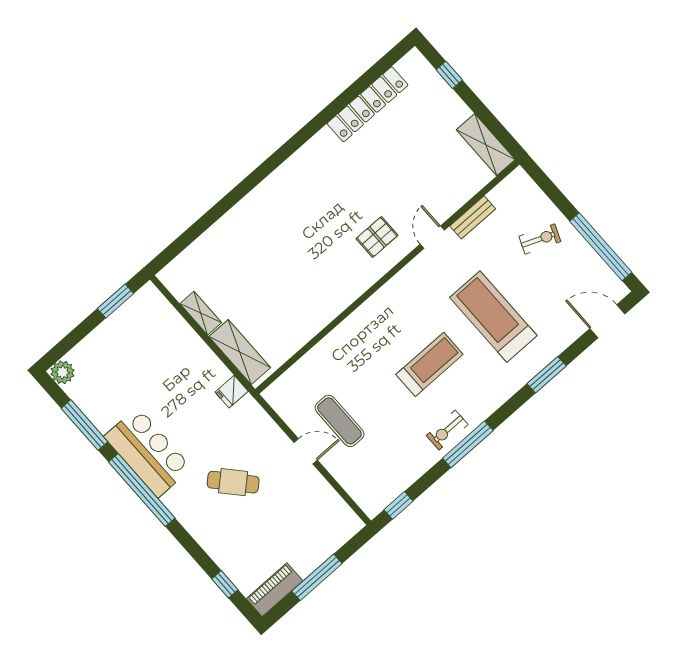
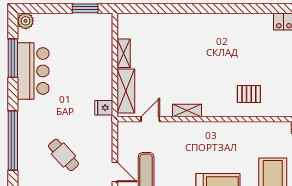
door: (432, 237) -> (150, 119), moved
shelving: (325, 315) -> (187, 110), added
bar counter: (148, 452) -> (33, 71), moved
window: (142, 490) -> (13, 140), moved

